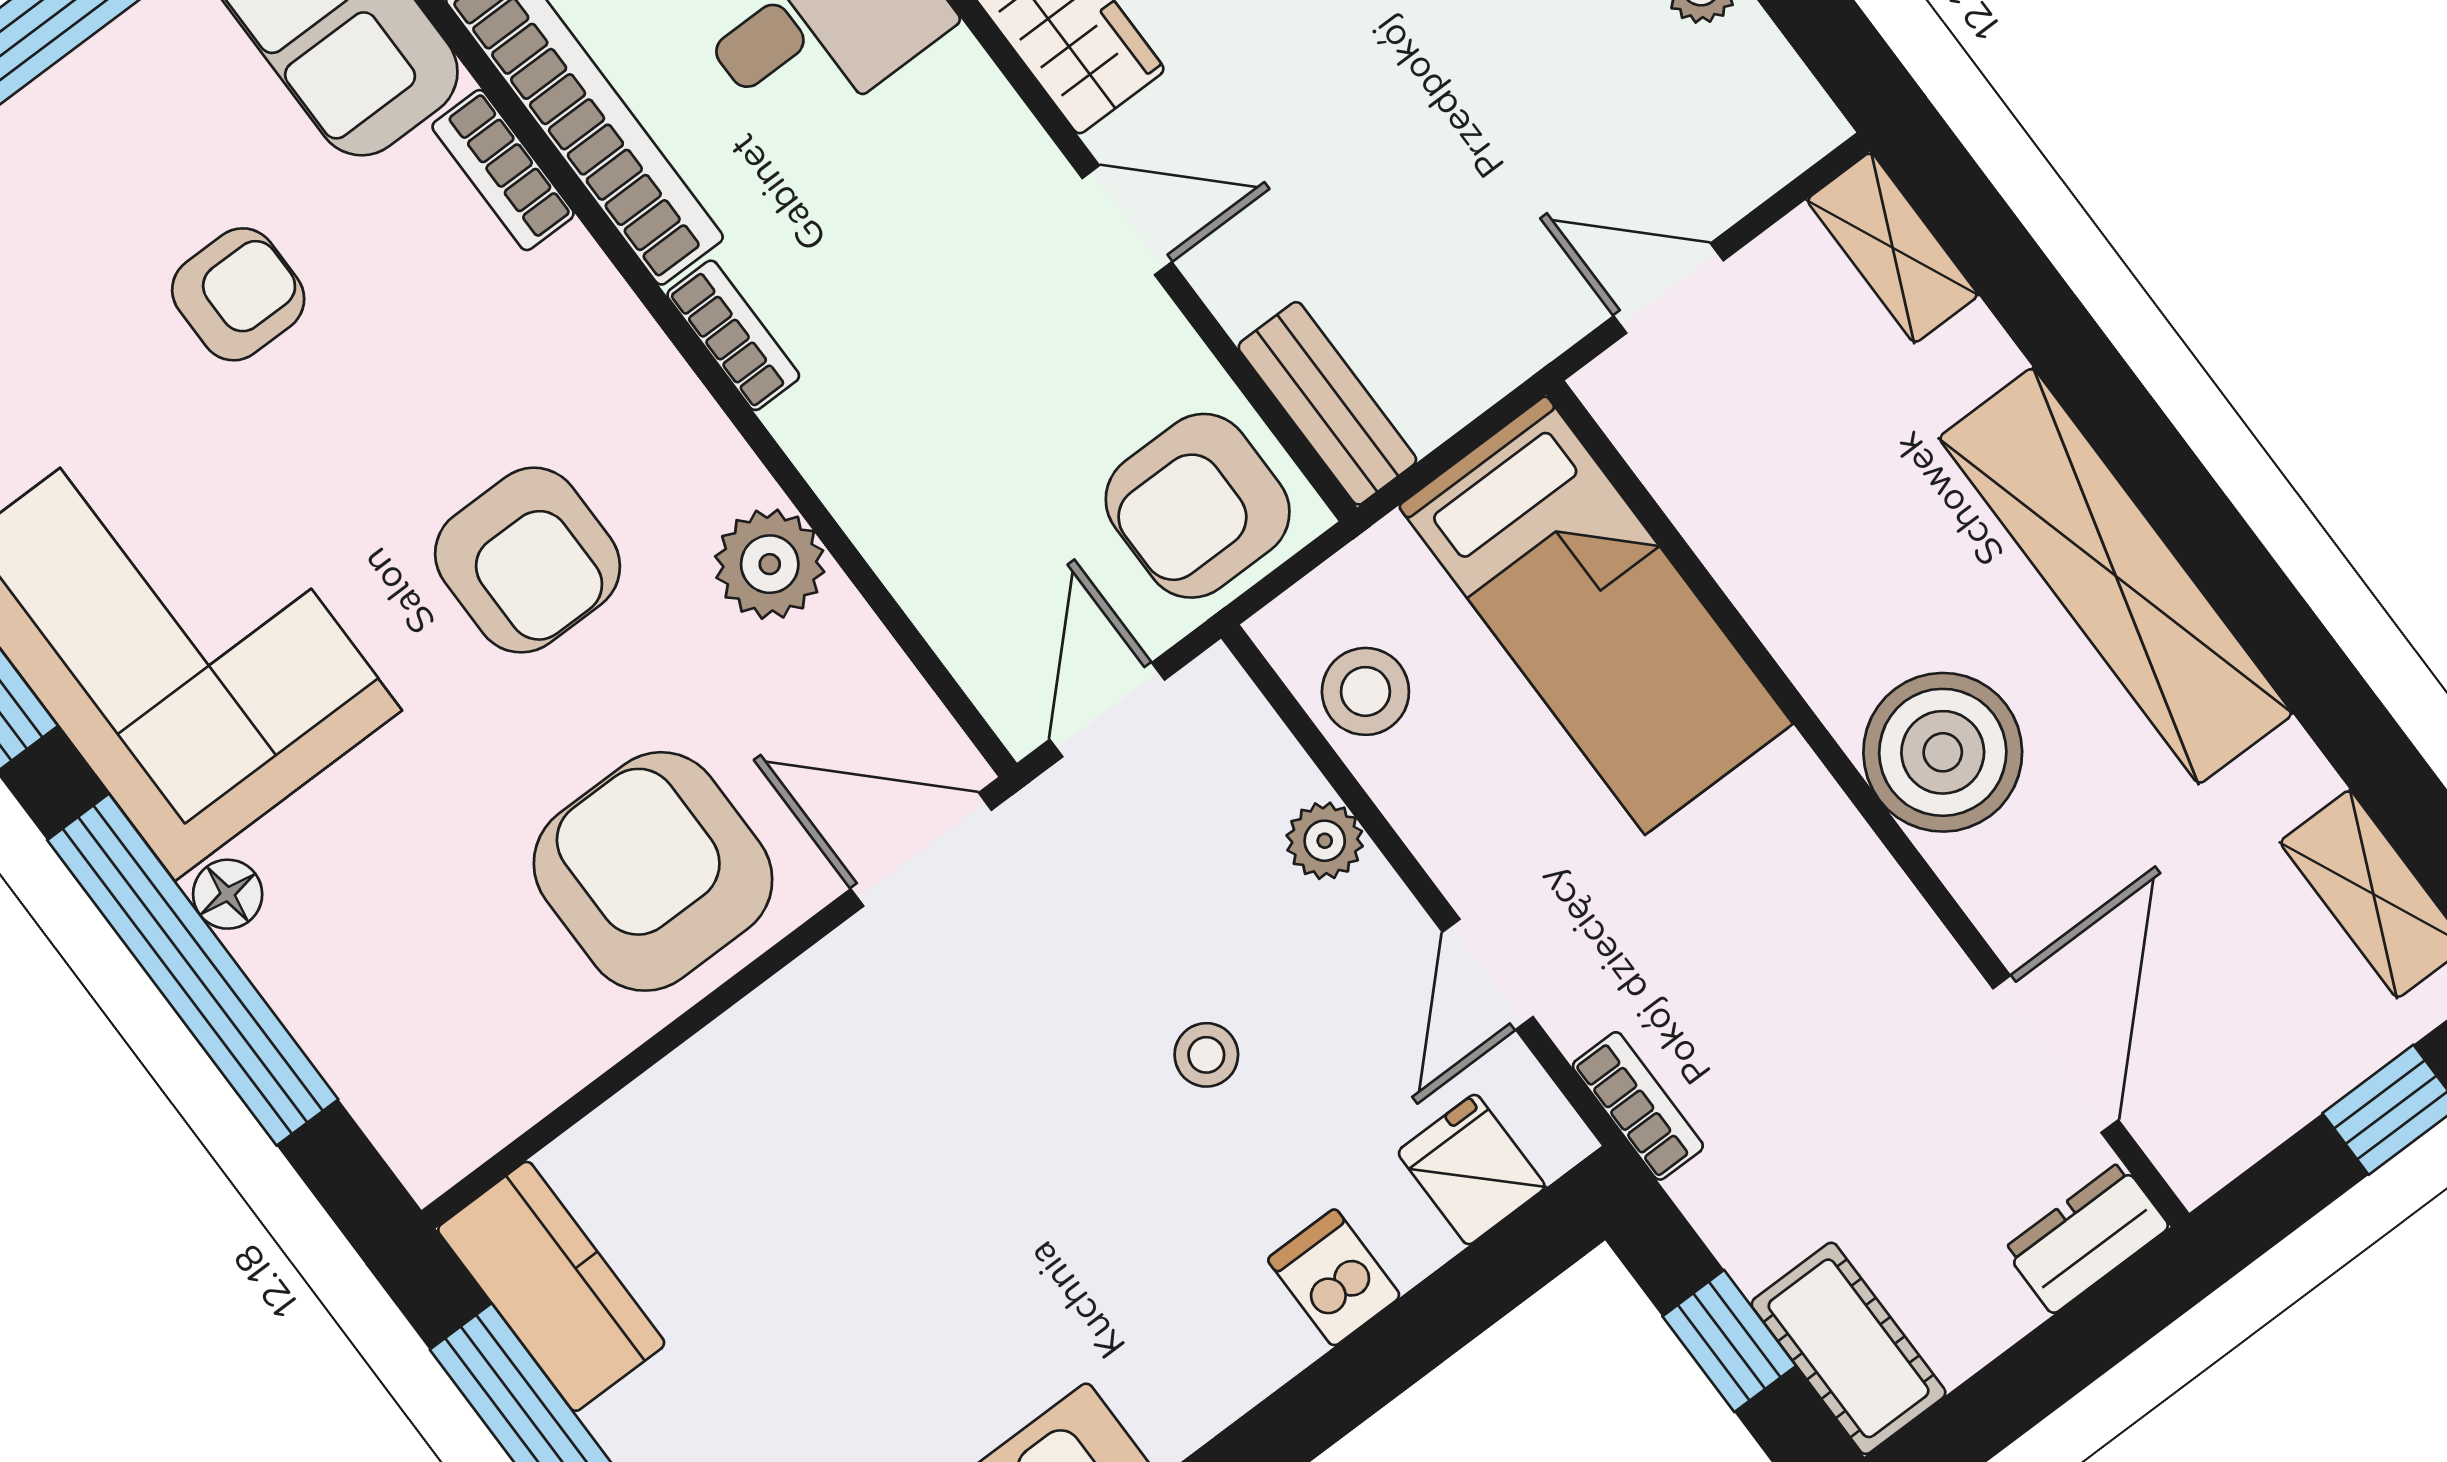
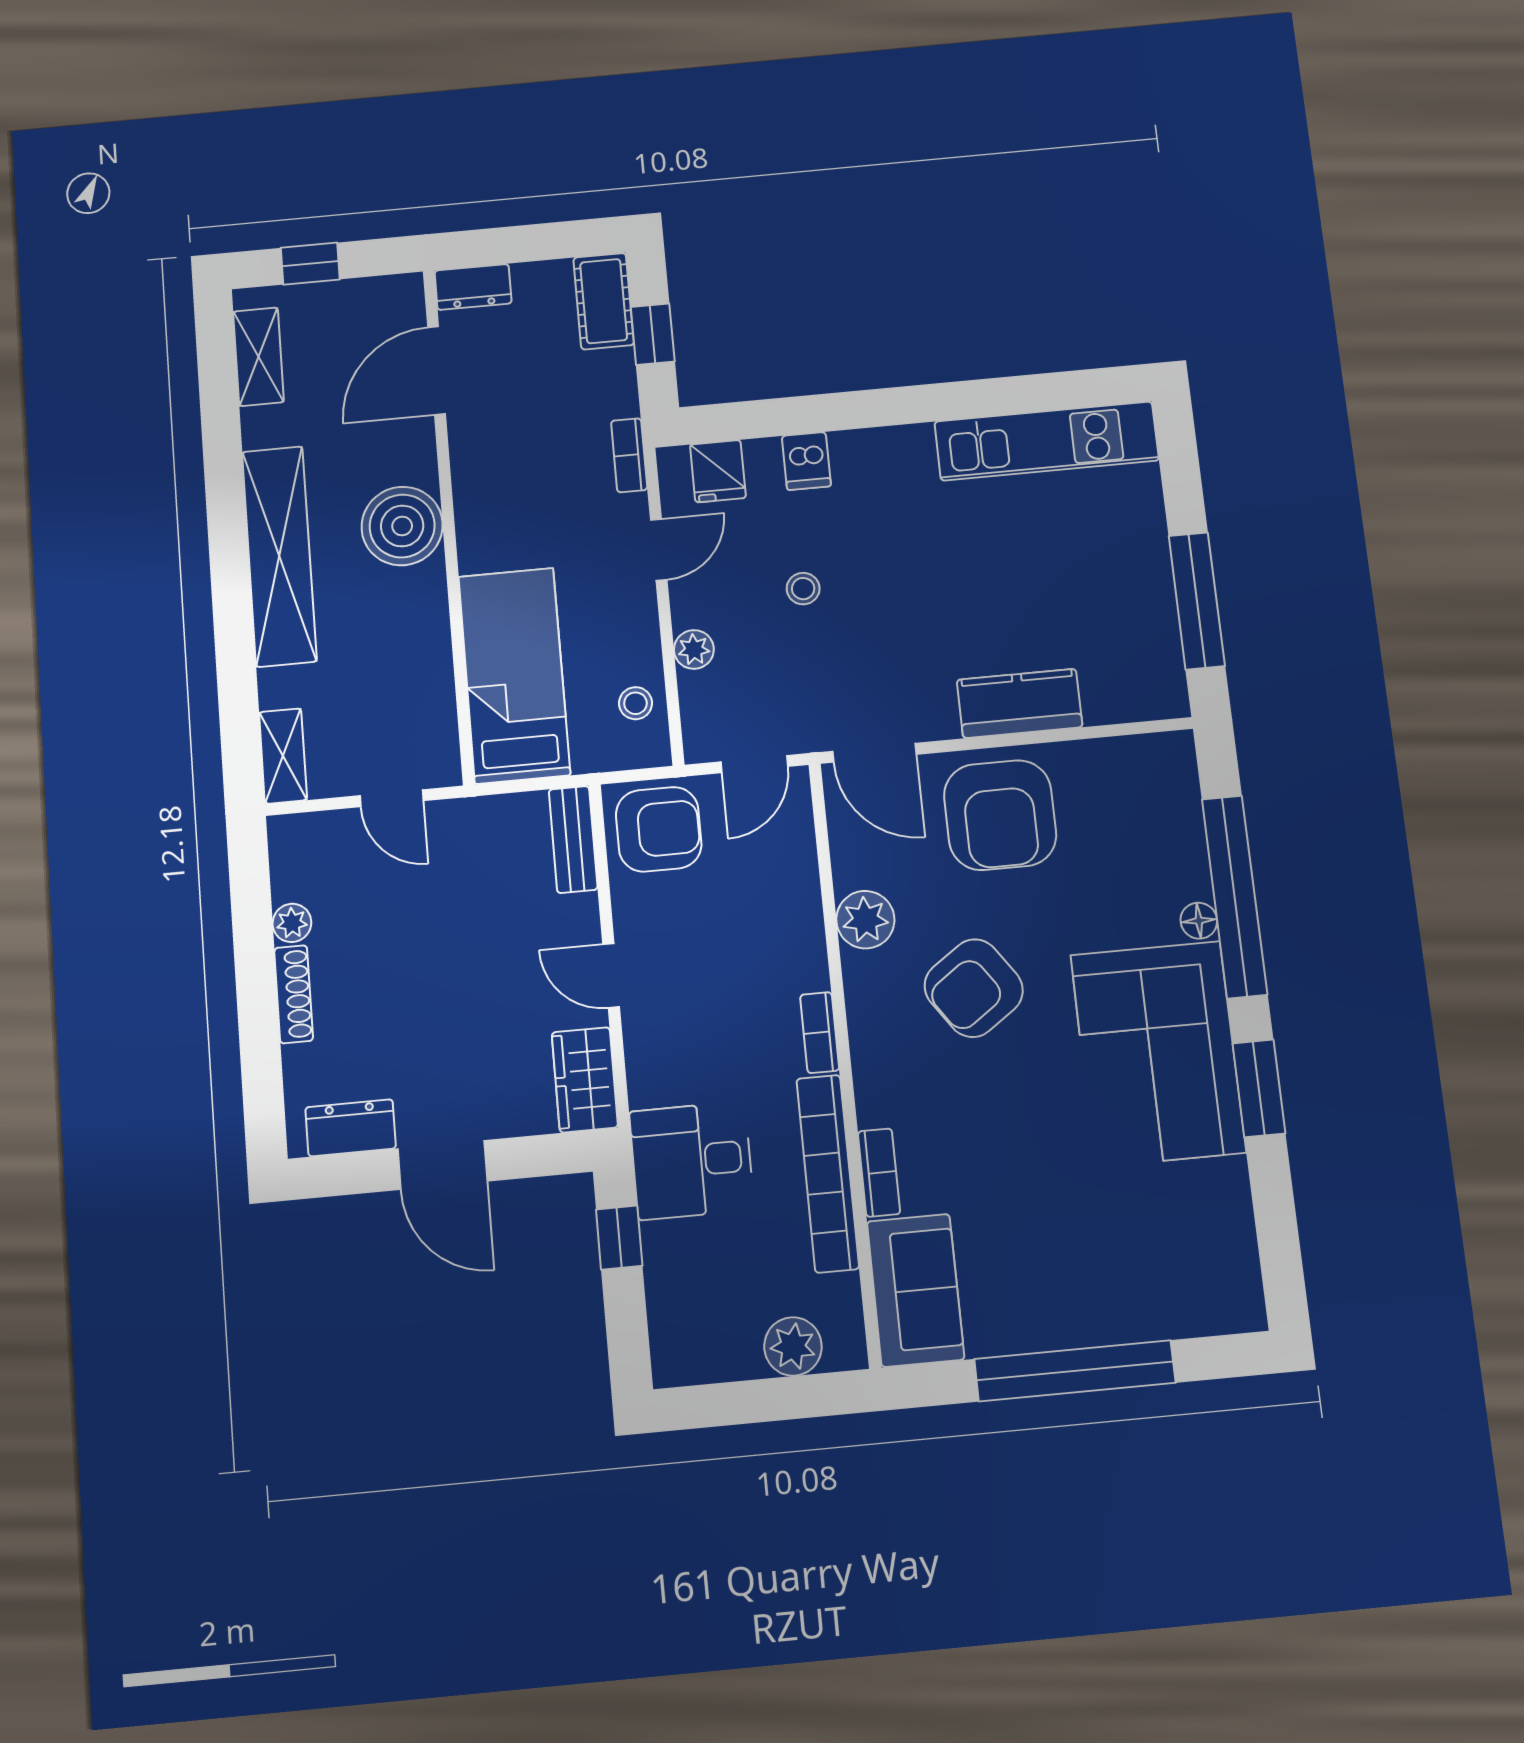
armchair: (238, 294) -> (1034, 1190), removed
armchair: (528, 560) -> (974, 988), turned -125
stool: (1365, 691) -> (635, 703), width x0.73, depth x0.73
kitchen counter: (551, 1286) -> (1020, 703), moved, turned 90

